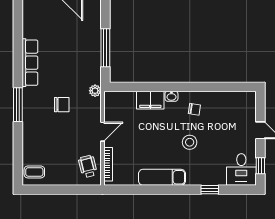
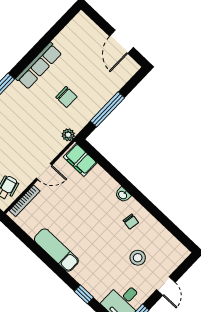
filing cabinet: (150, 100) -> (80, 160), moved
chair: (62, 105) -> (66, 97), moved
stool: (190, 142) -> (138, 258), moved

